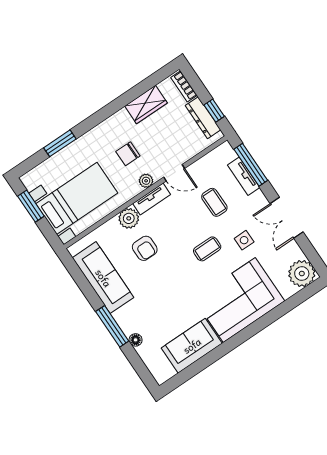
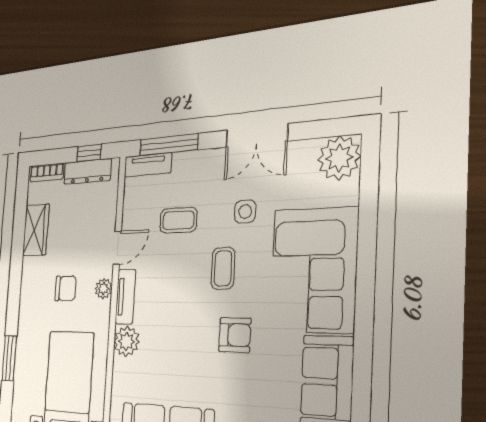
chair: (128, 154) -> (66, 288), turned -90
tv unit: (244, 176) -> (148, 165), moved
armchair: (145, 248) -> (235, 335), moved

